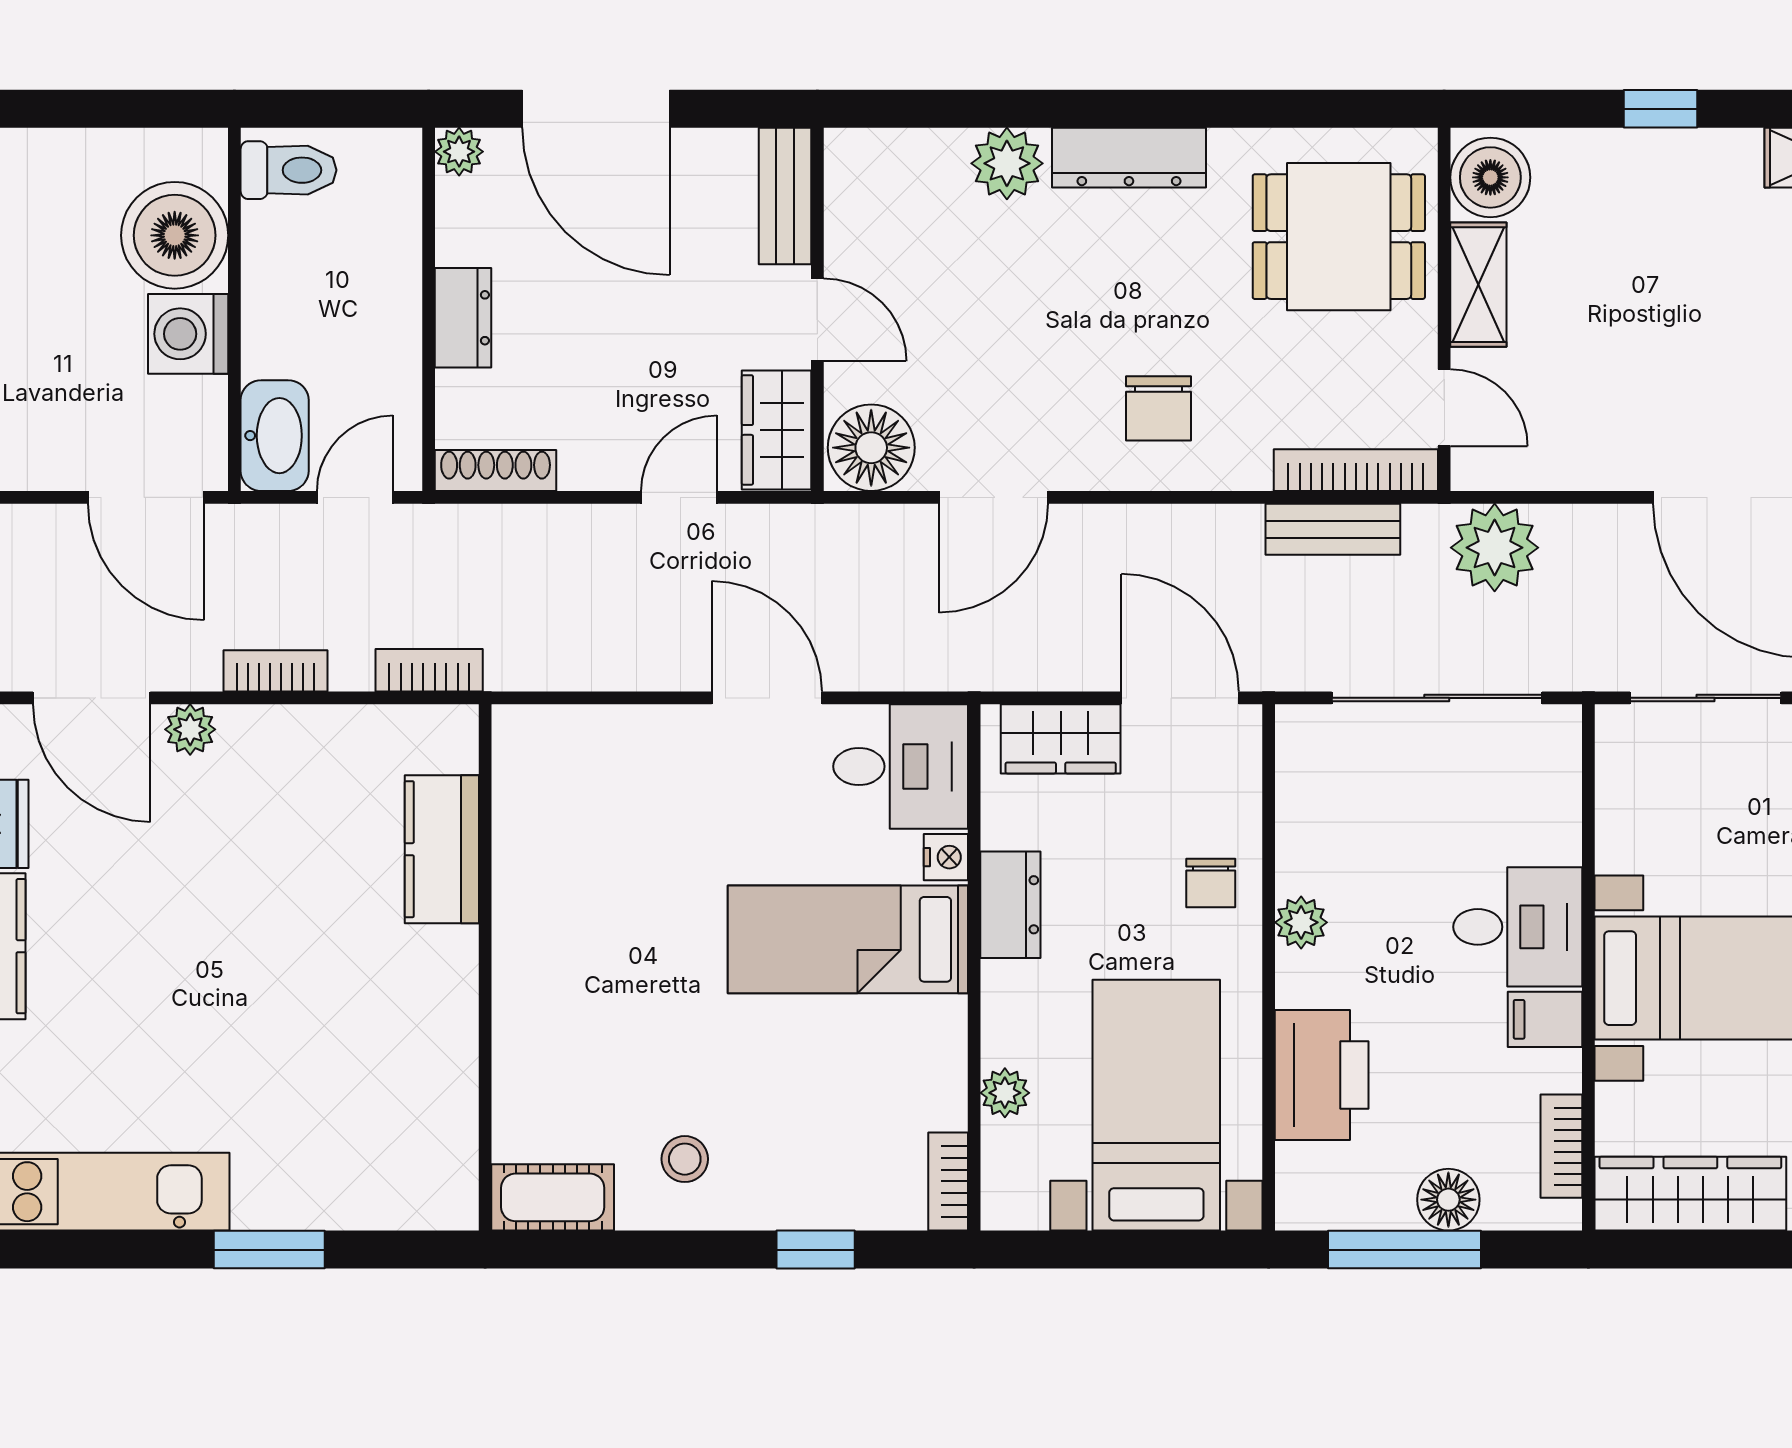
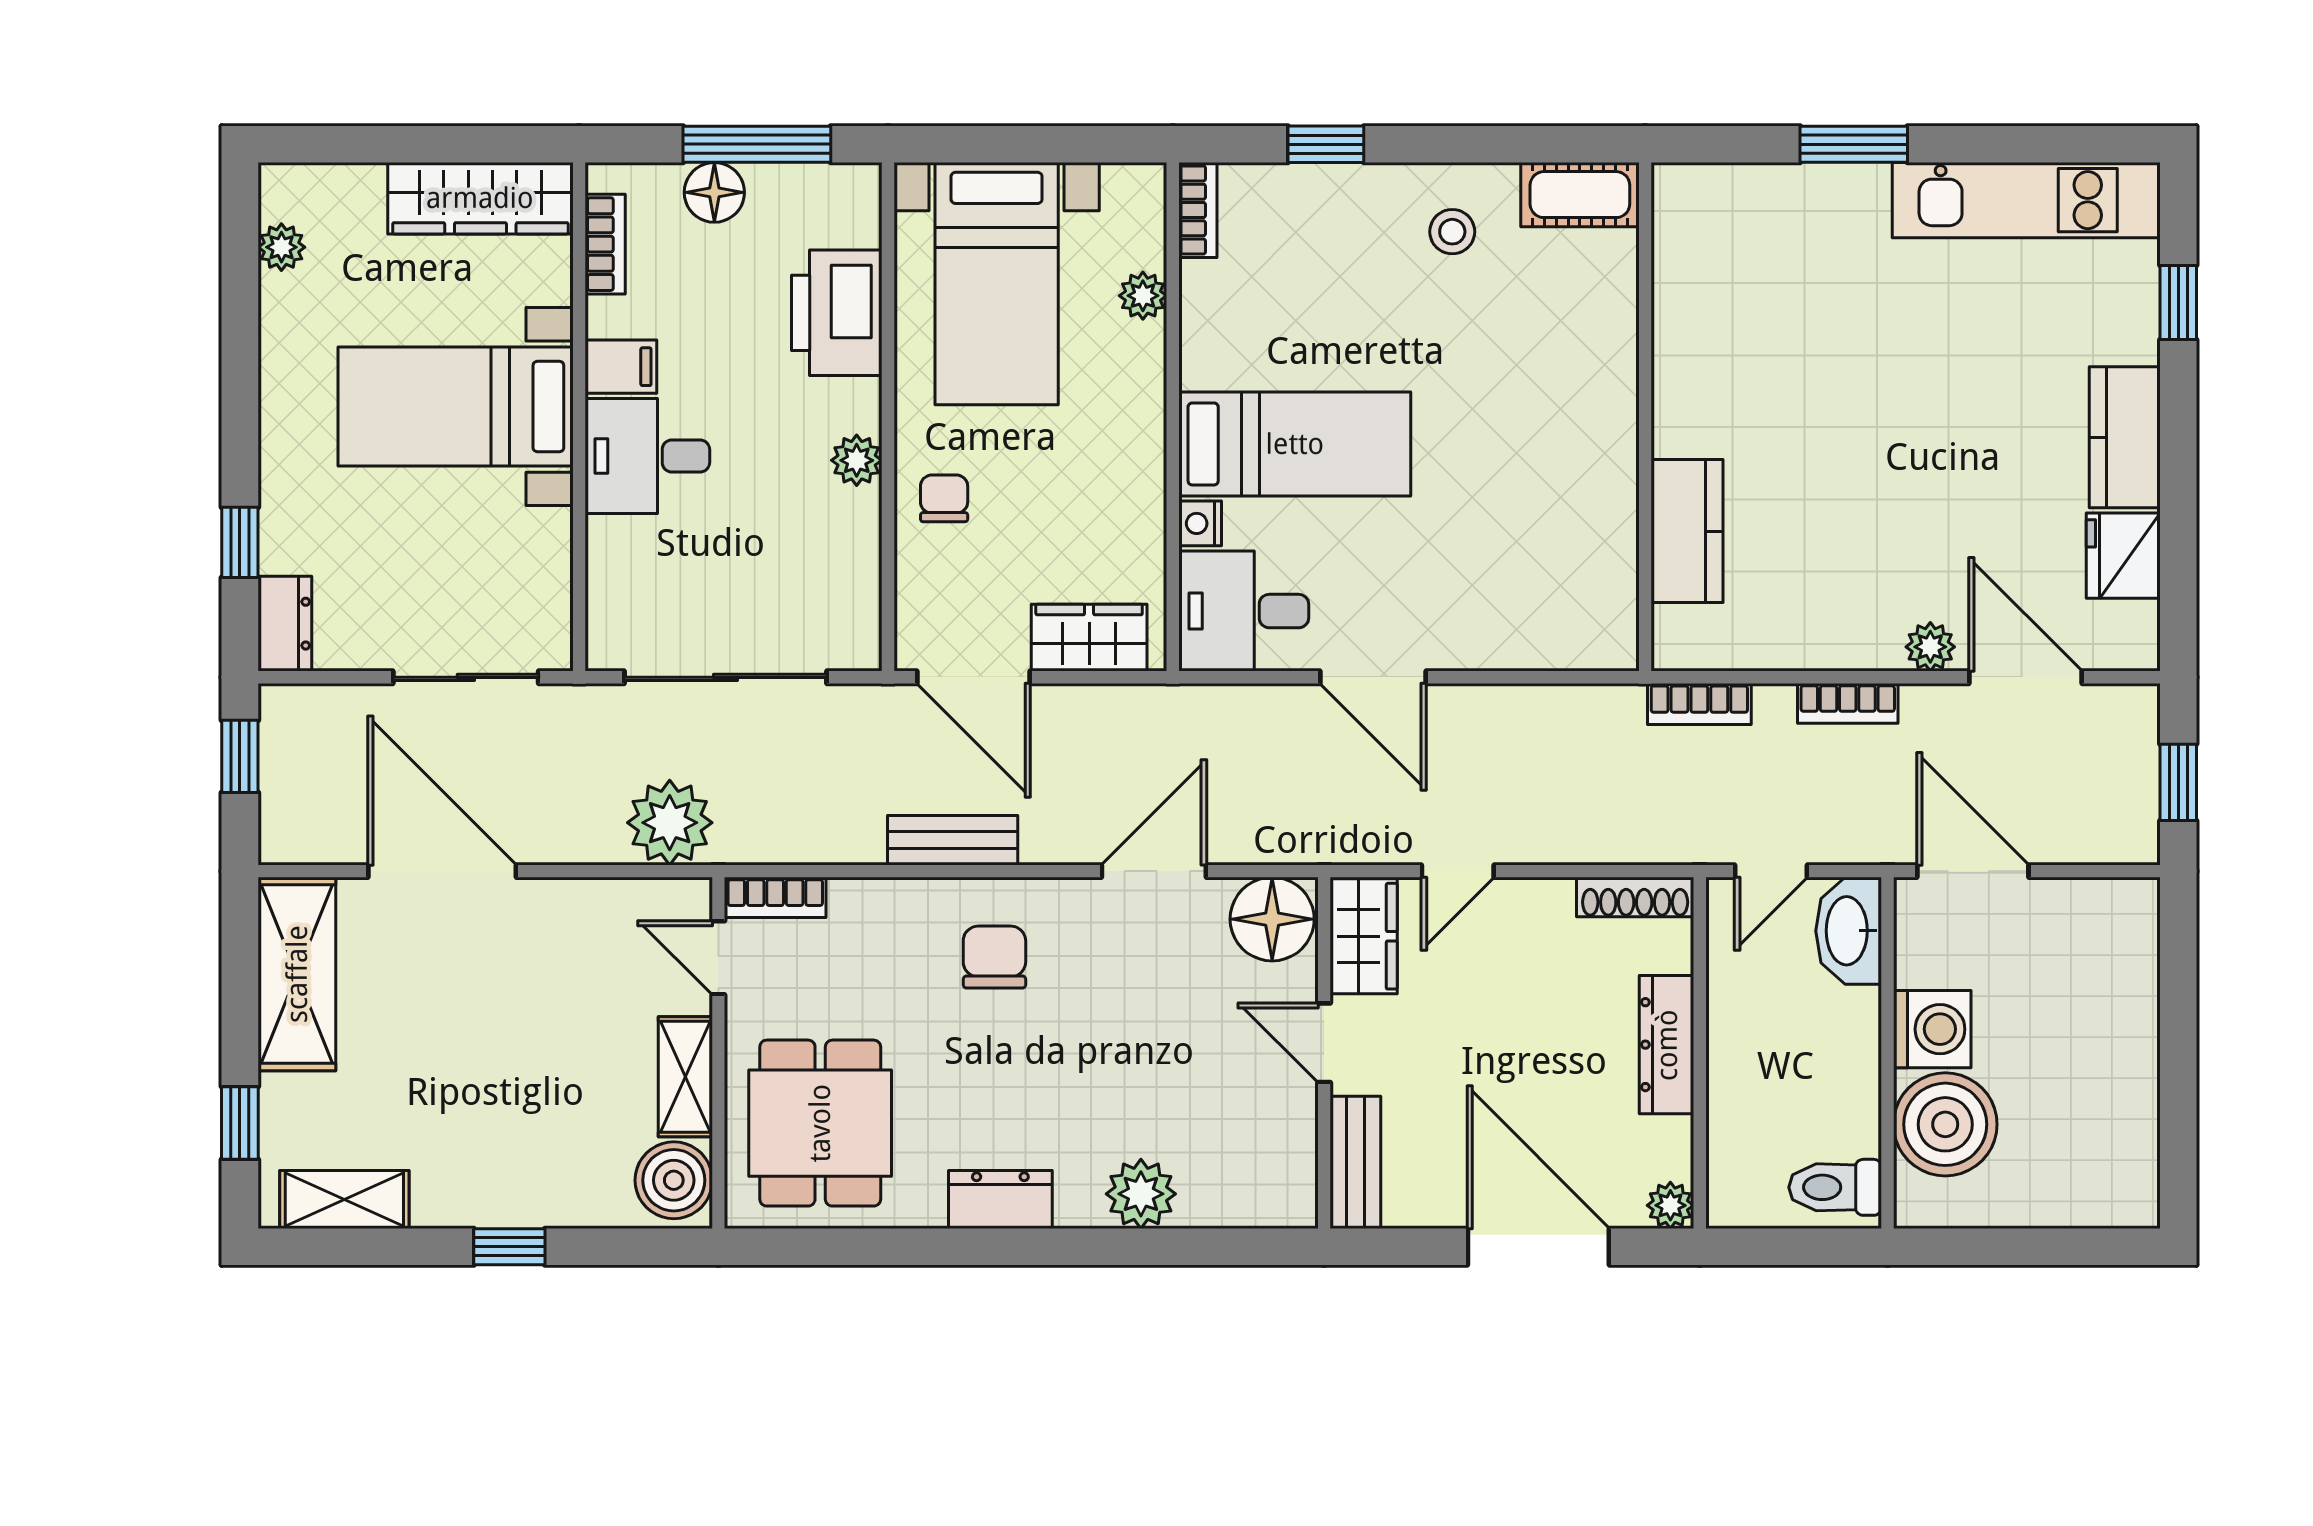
dresser: (1129, 158) -> (1000, 1199), width x0.70
dining table: (1339, 237) -> (820, 1123), turned 90
dresser: (463, 318) -> (1667, 1045), width x1.44
bookcase: (1356, 470) -> (775, 897), width x0.64
bench: (1333, 529) -> (953, 840), moved
dresser: (1010, 905) -> (1138, 477), removed

